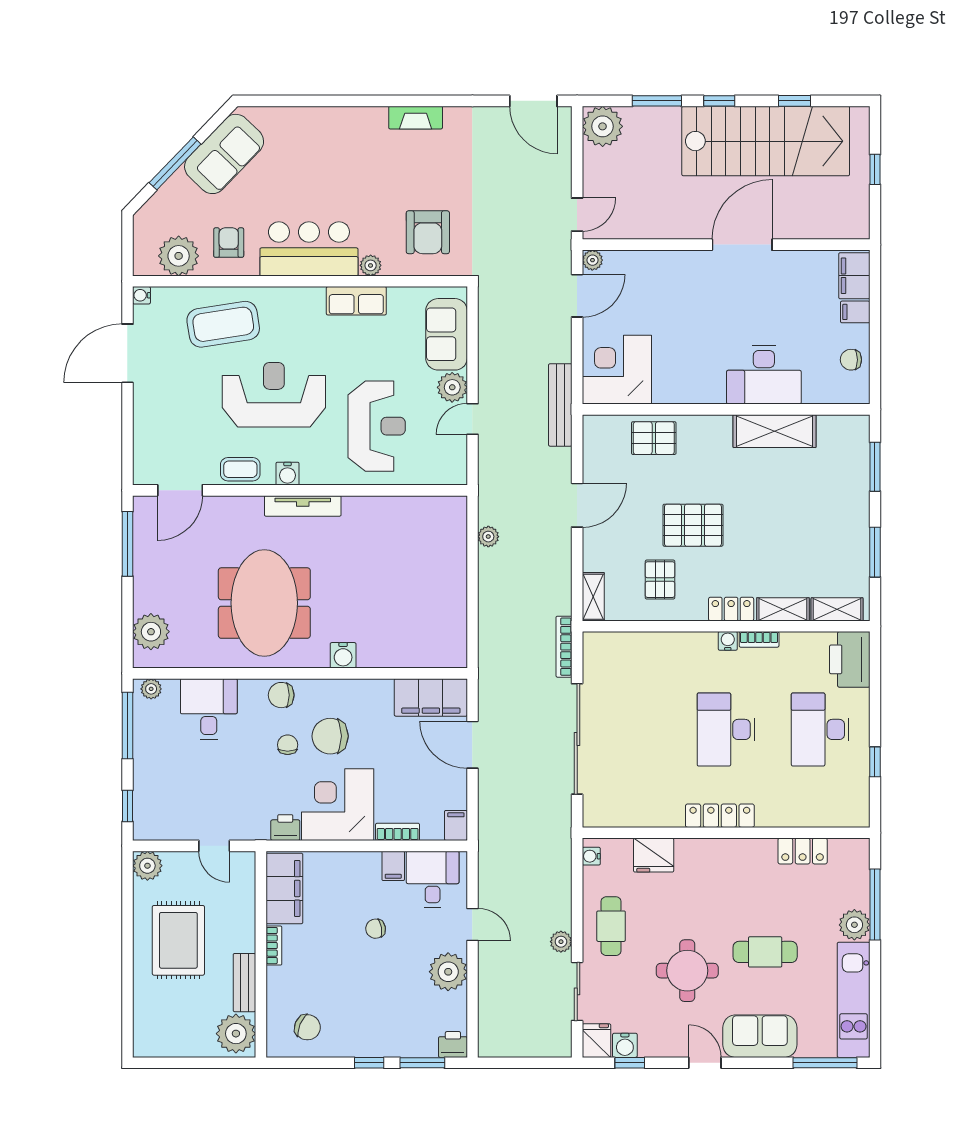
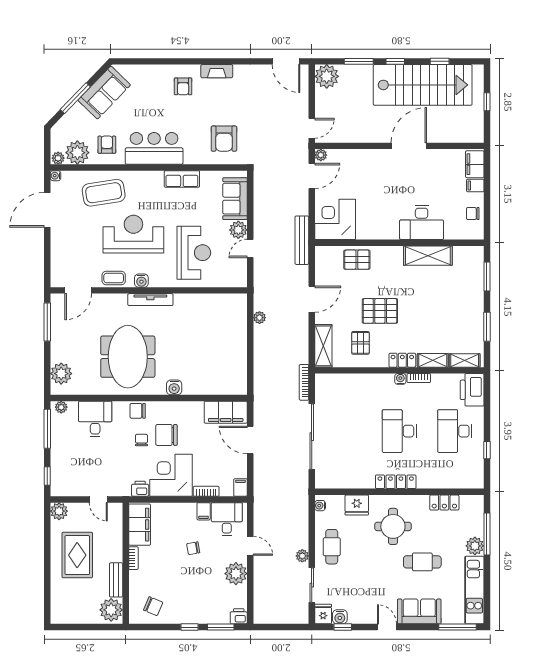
armchair: (358, 143) -> (183, 86), added
plant: (371, 265) -> (58, 158), moved
shelving: (593, 597) -> (323, 346), width x1.50, depth x1.33
round table: (687, 971) -> (393, 526), moved

